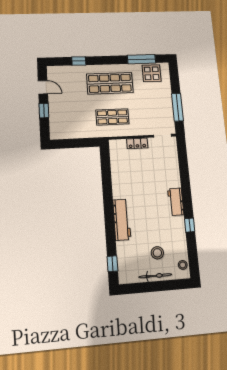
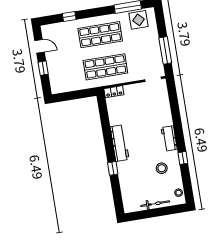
shop shelf: (112, 117) -> (105, 67), width x1.43, depth x1.36
locker: (137, 143) -> (114, 92), moved
workbench: (122, 220) -> (120, 143), moved
stool: (157, 253) -> (162, 168), moved
window: (112, 264) -> (113, 168), moved

